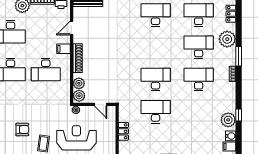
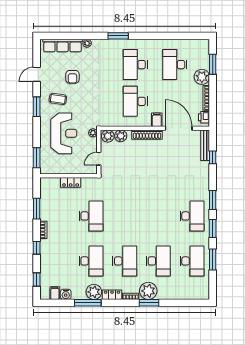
locker: (231, 14) -> (112, 295), moved
door: (72, 28) -> (179, 128), width x1.87
plant: (227, 39) -> (148, 291), moved
desk: (156, 80) -> (91, 261), moved
window: (239, 115) -> (88, 303), width x2.17
plant: (228, 120) -> (94, 292), moved

